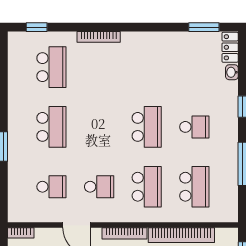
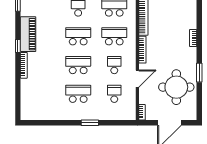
window: (37, 27) -> (18, 46), moved
piano: (150, 44) -> (28, 34), added
school desk: (51, 67) -> (78, 65), moved

